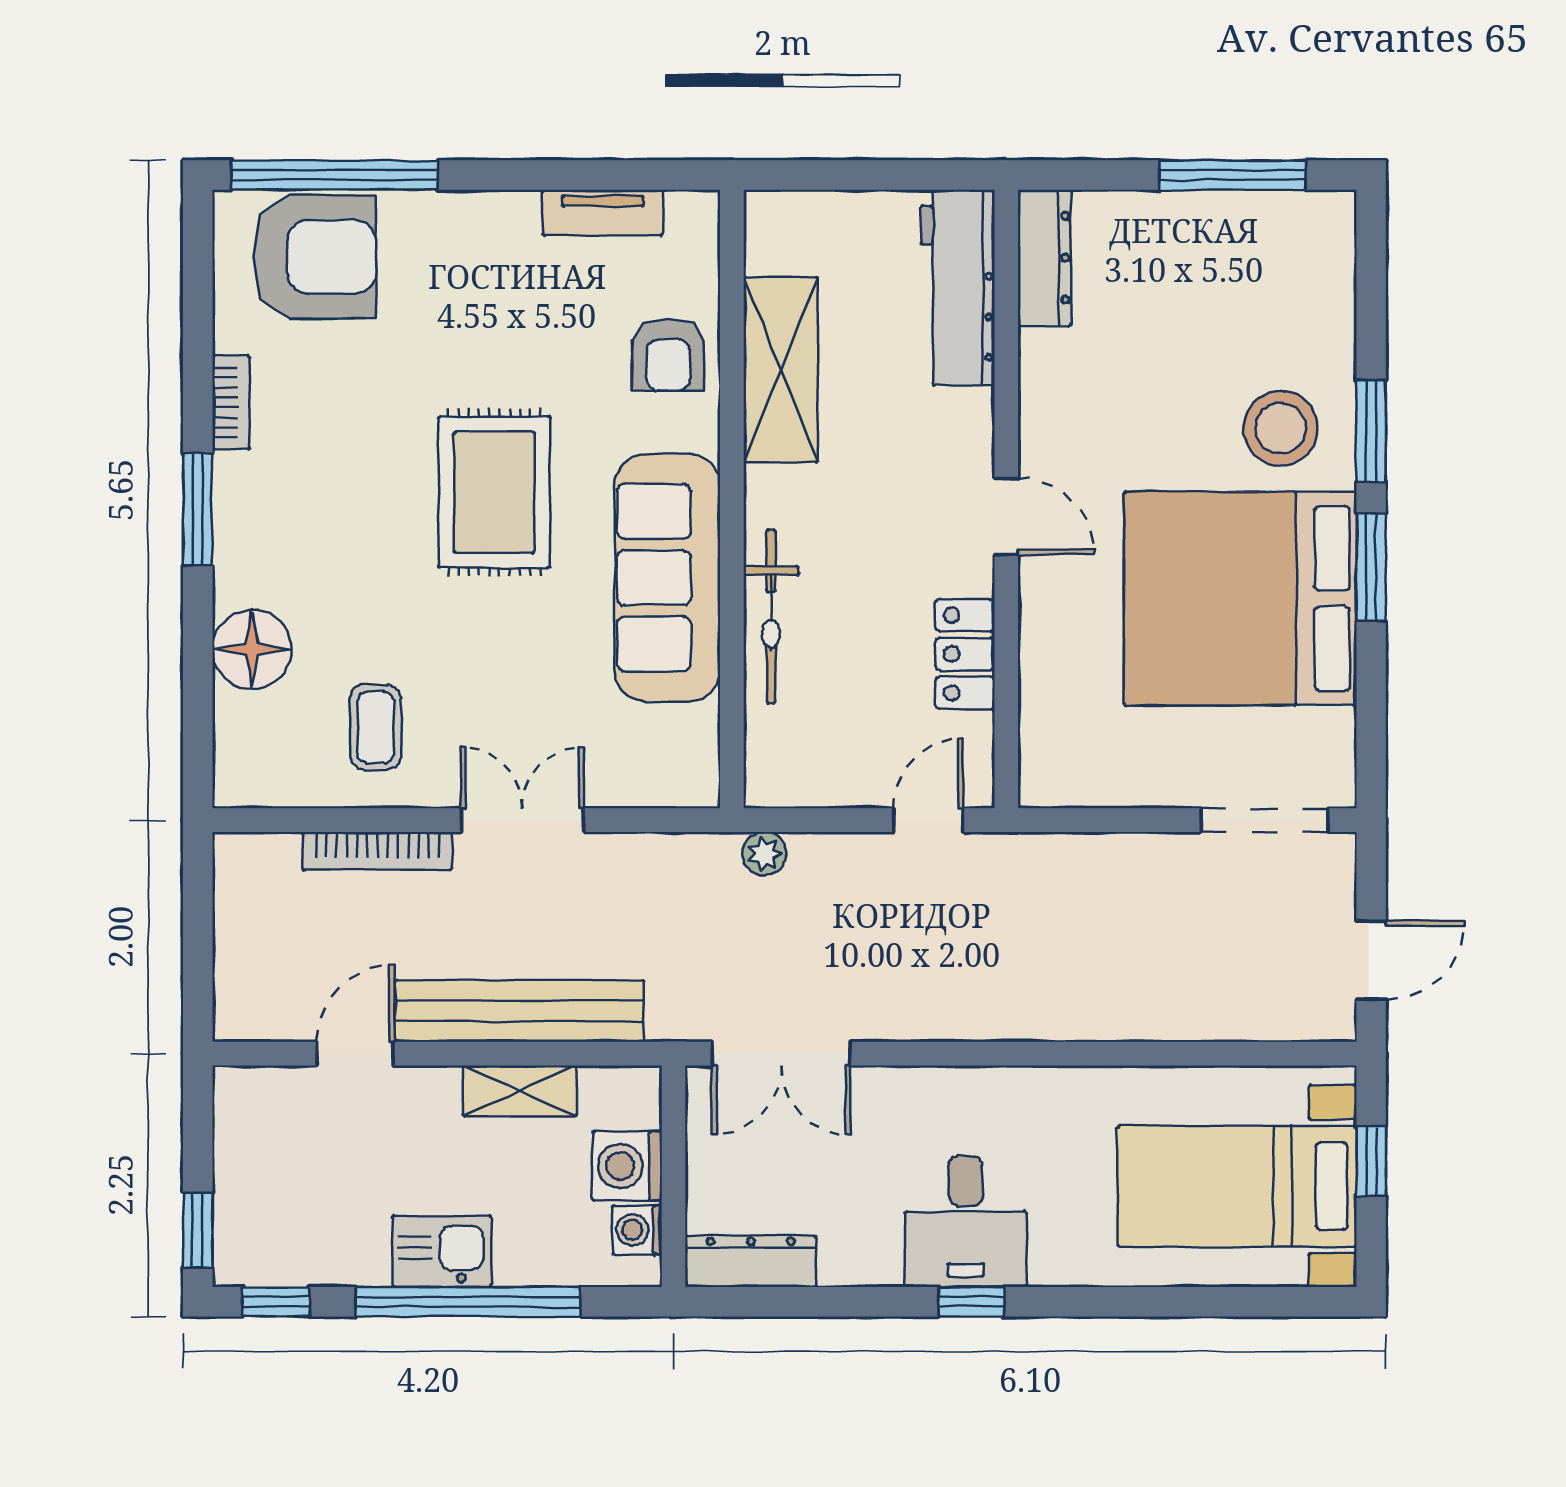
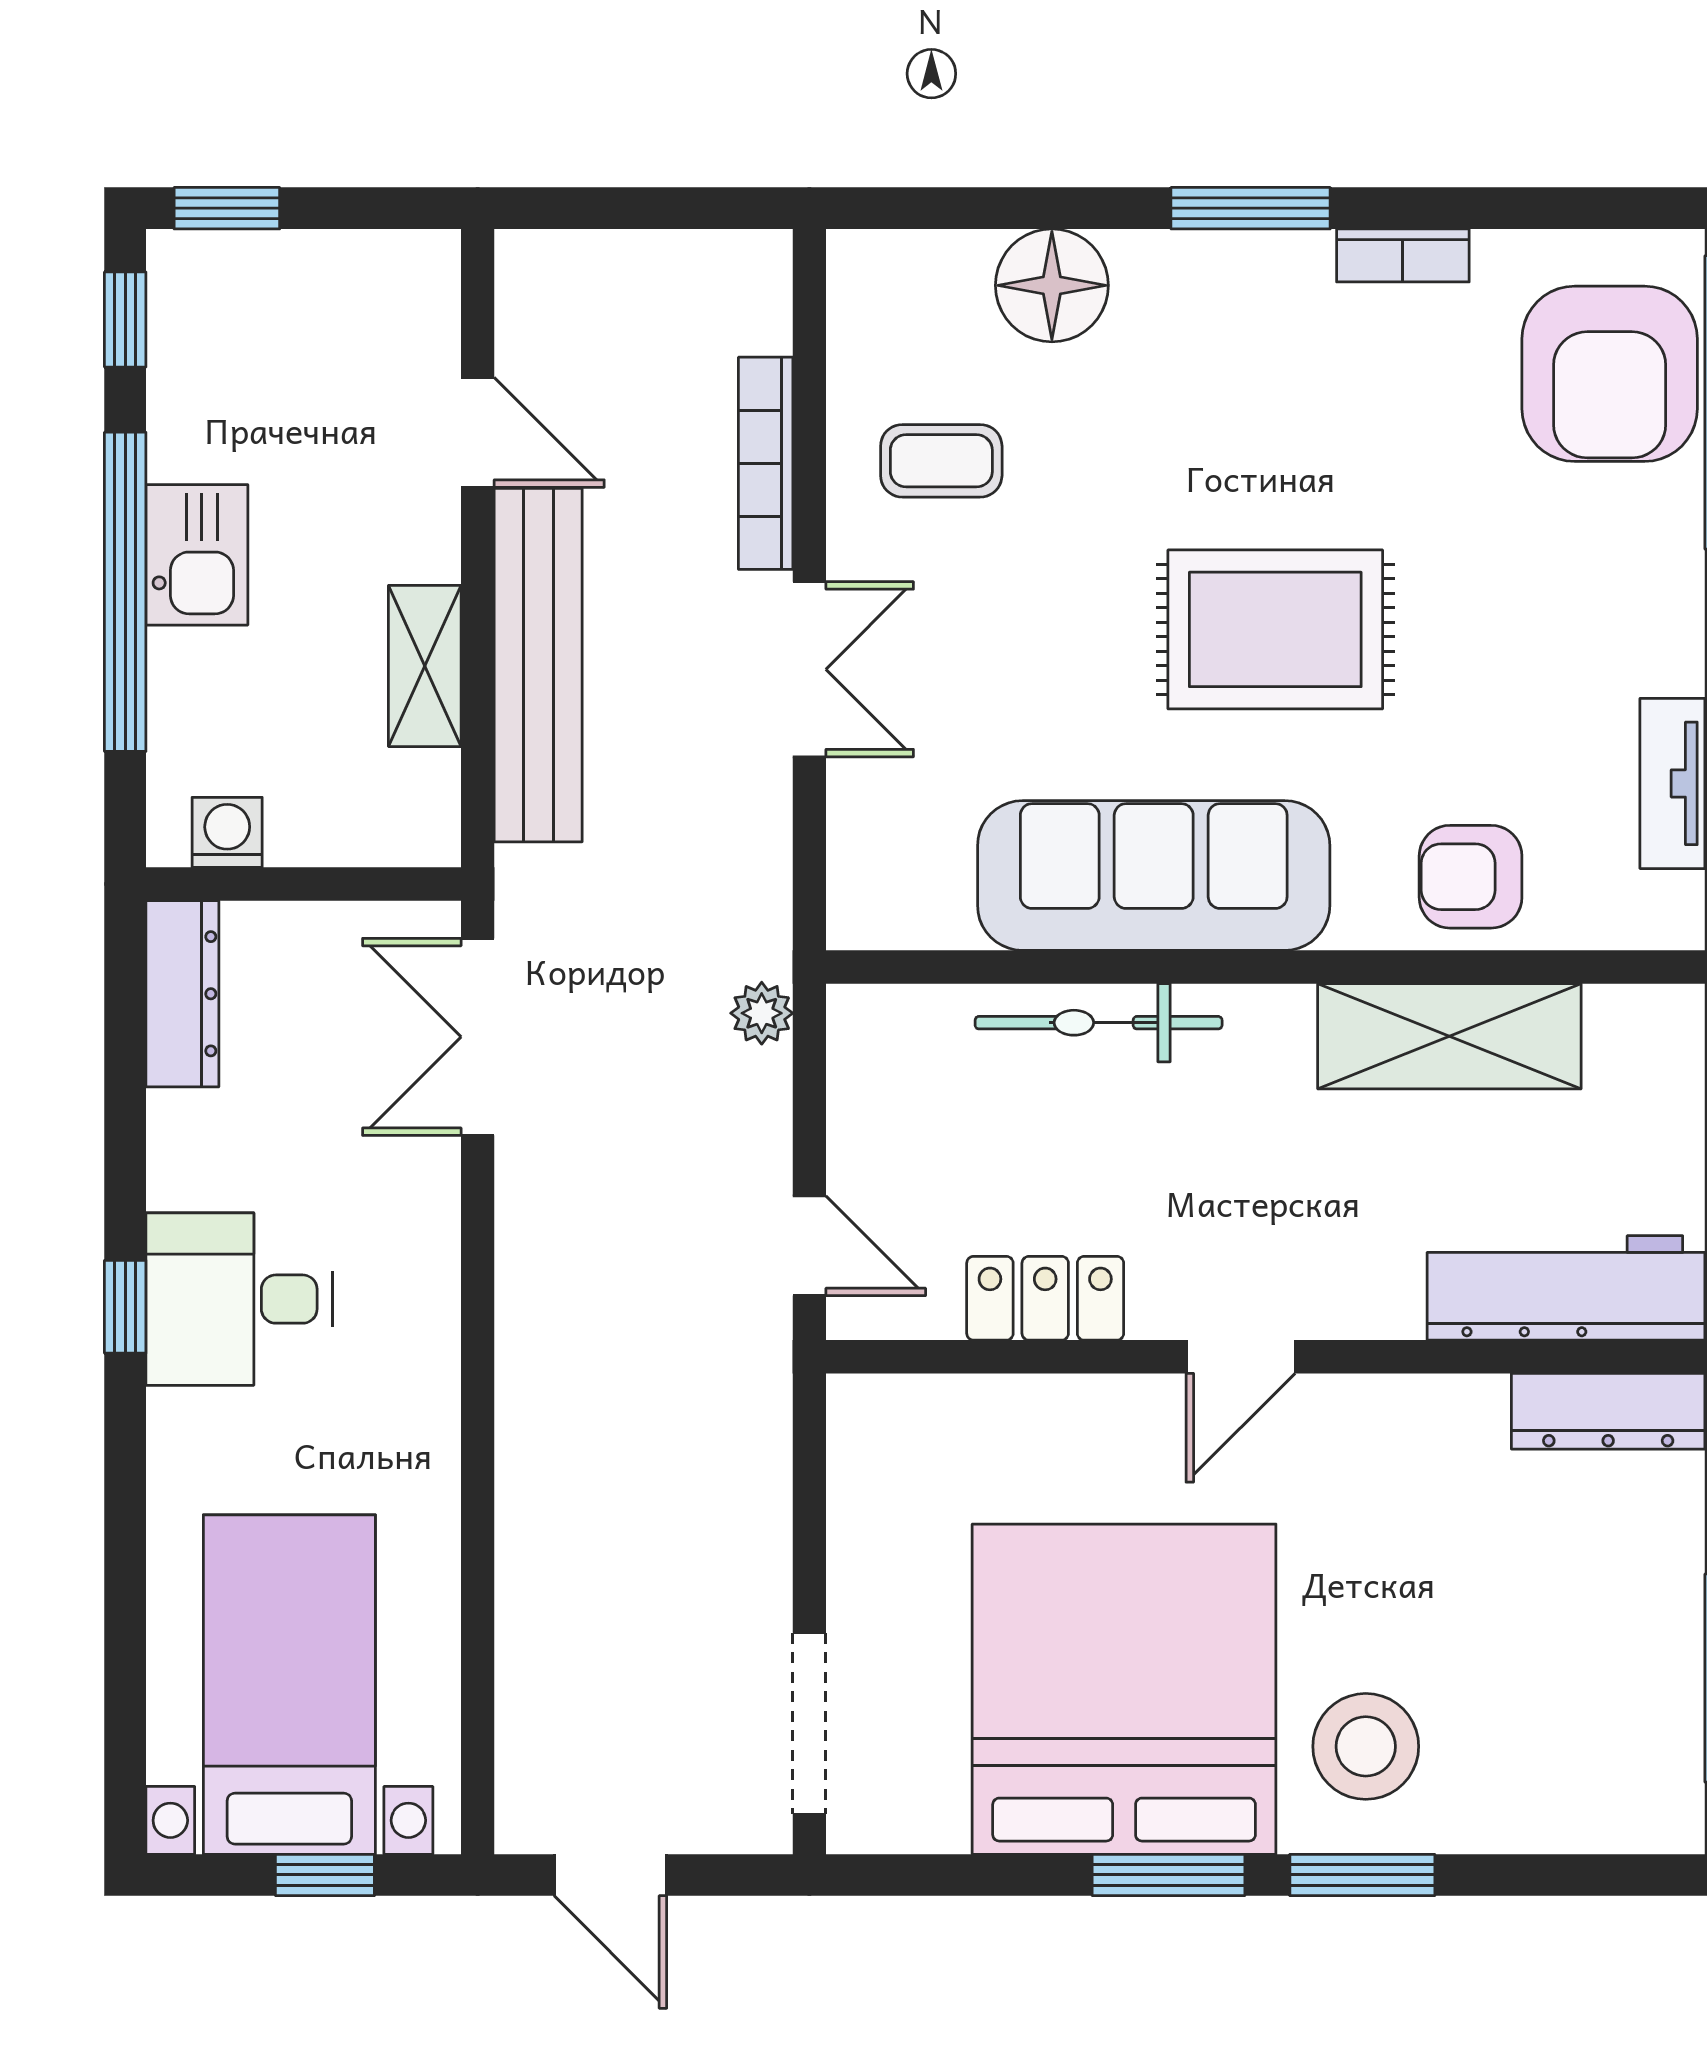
washing machine: (627, 1166) -> (318, 818), removed

